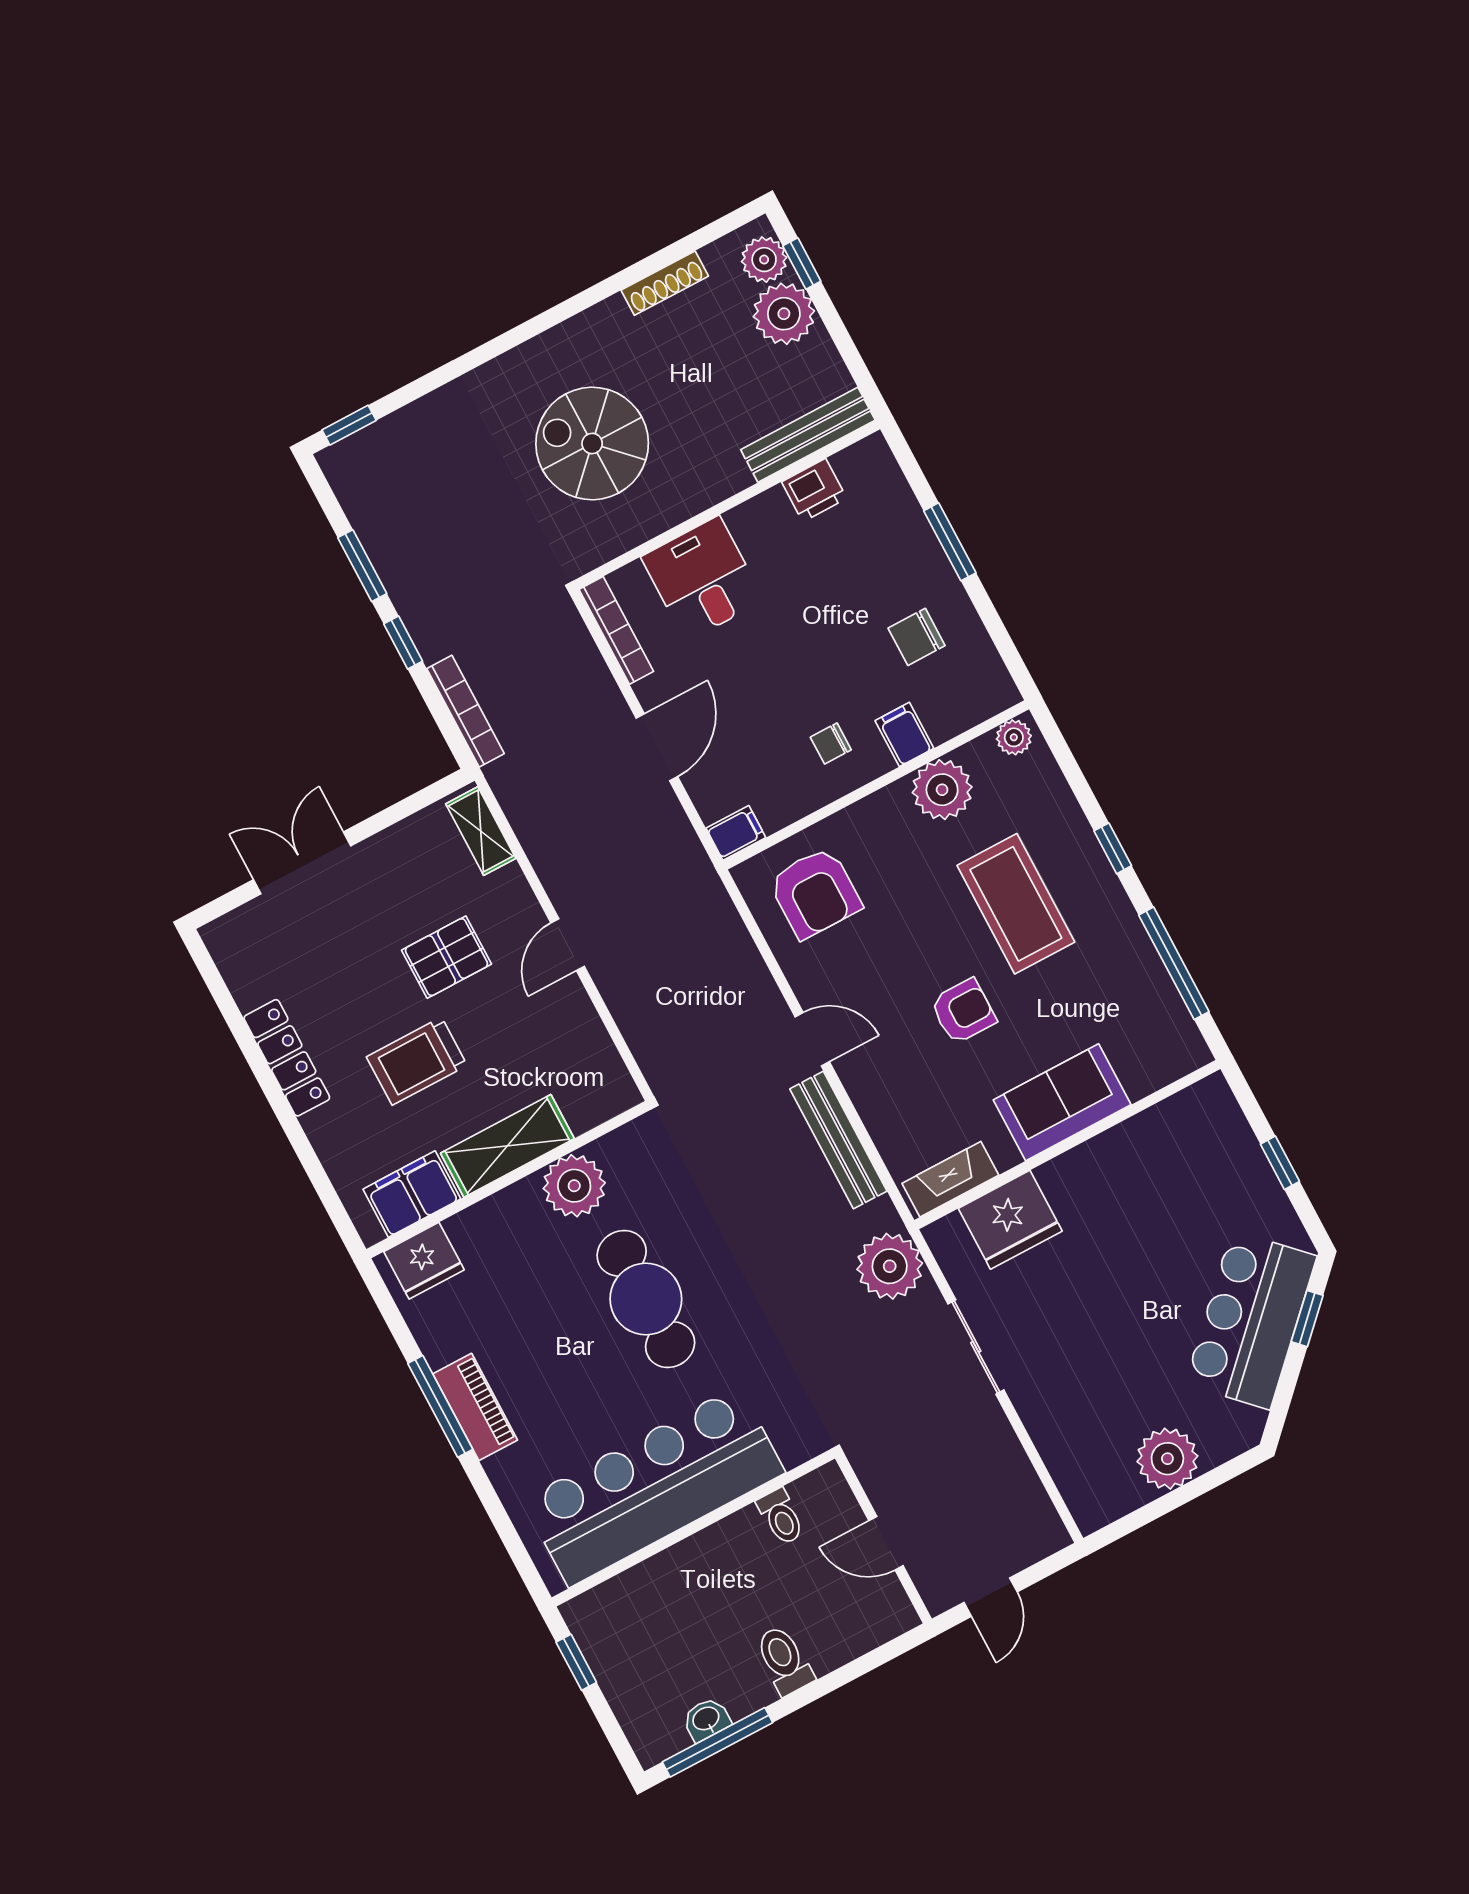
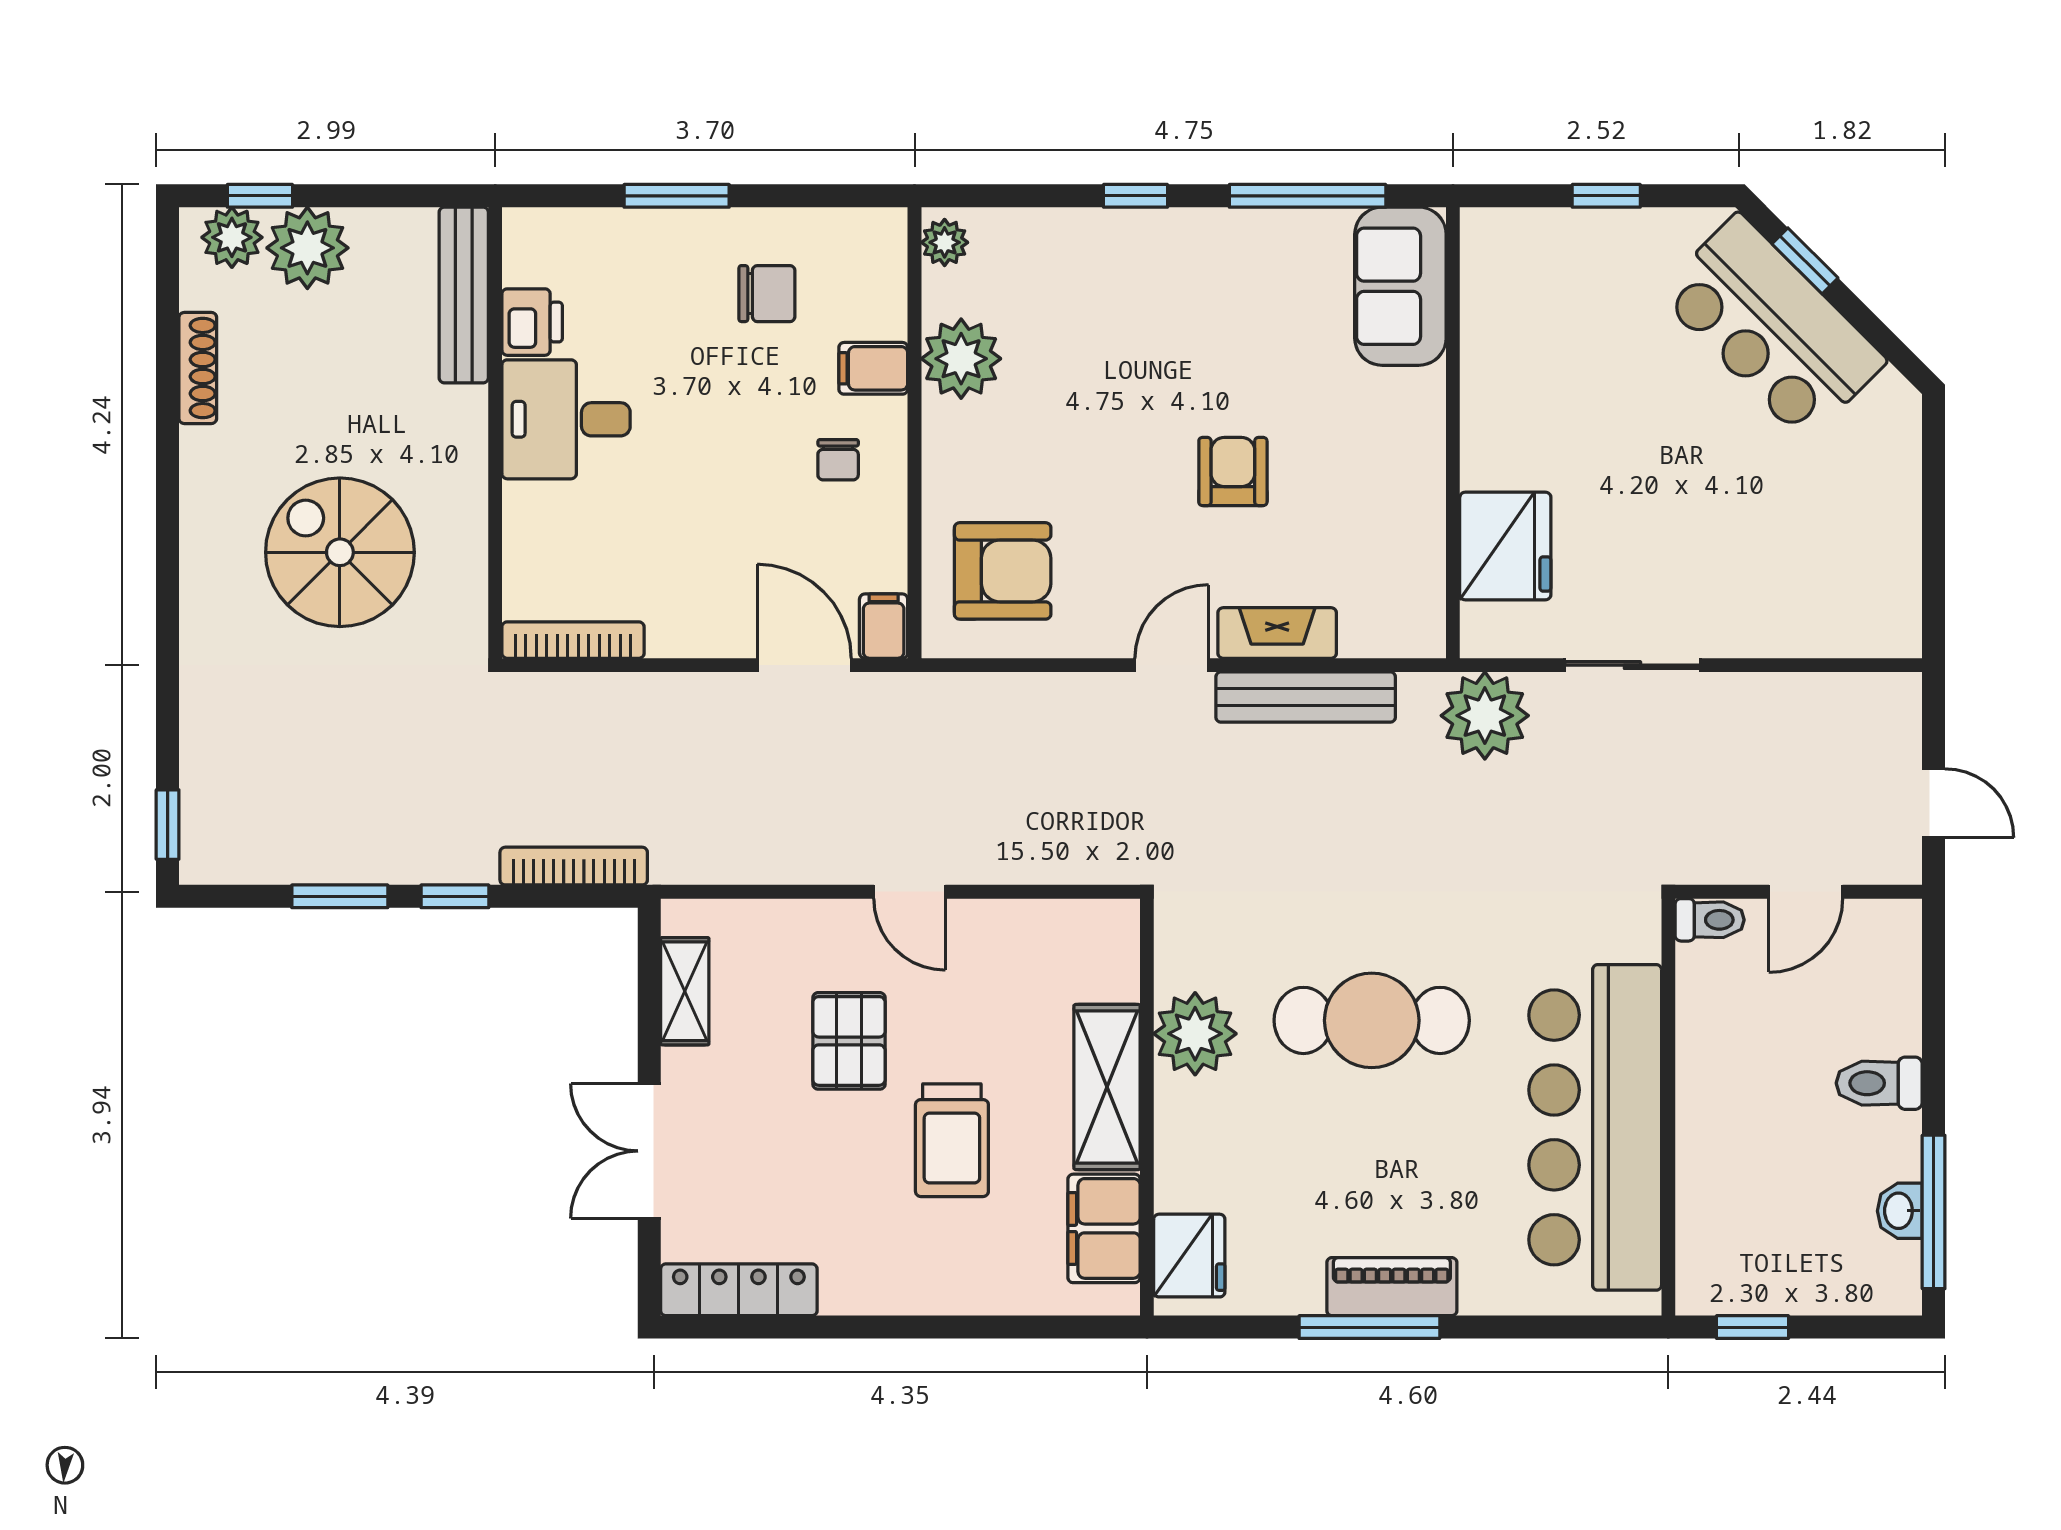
spiral stairs: (592, 444) -> (340, 552), turned 90
desk: (703, 579) -> (566, 419), moved
chair: (917, 637) -> (767, 294), turned -90
door: (657, 747) -> (804, 665), moved
shelving: (481, 831) -> (685, 991), moved, turned 90
coffee table: (1016, 904) -> (1140, 343), removed
locker: (287, 1058) -> (739, 1290), moved
sofa: (1062, 1102) -> (1400, 286), moved
fireplace: (950, 1179) -> (1277, 633), moved, turned 90
plant: (1167, 1459) -> (1882, 511), removed
toilet: (781, 1517) -> (1710, 920), moved

